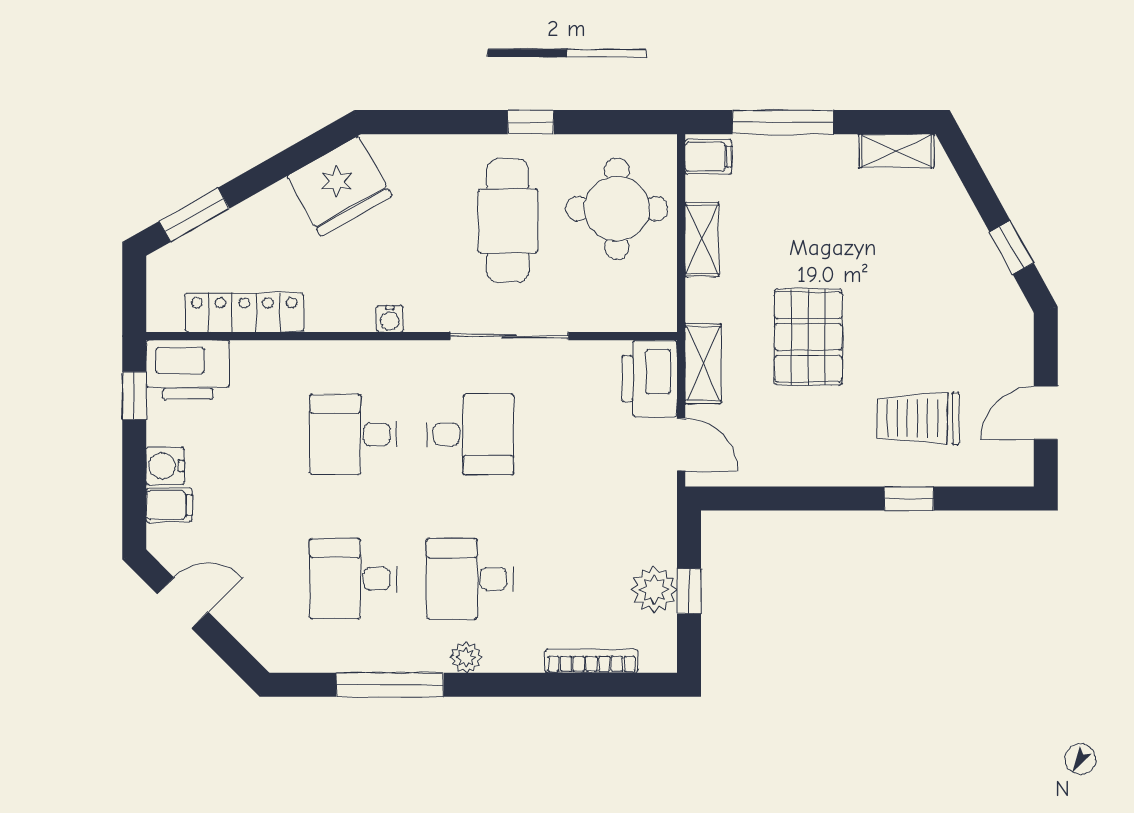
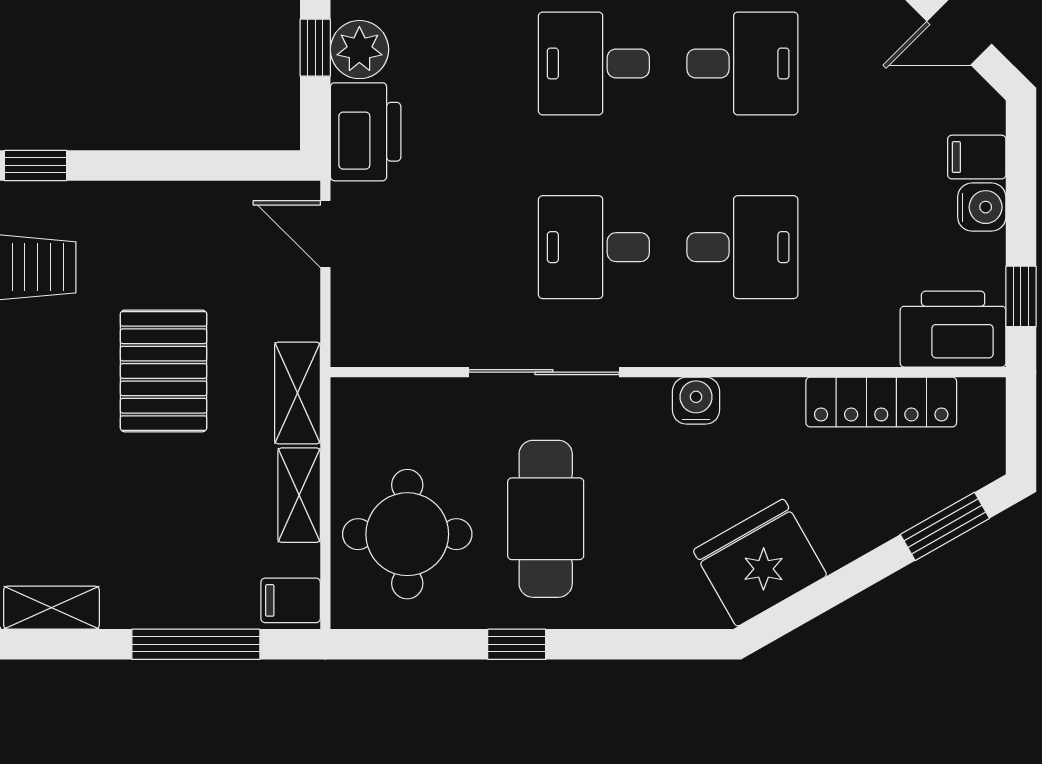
water cooler: (390, 319) -> (696, 401), width x1.38, depth x1.38
shelving: (703, 364) -> (297, 393), moved
printer: (650, 379) -> (366, 132), moved
desk: (470, 579) -> (594, 63), turned 180

